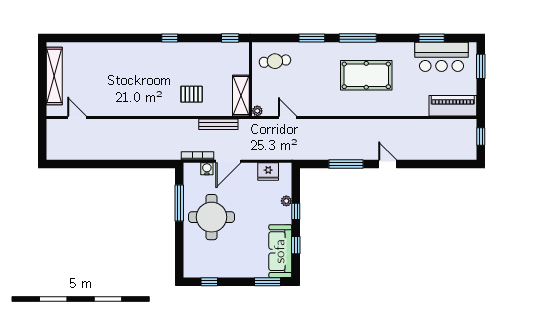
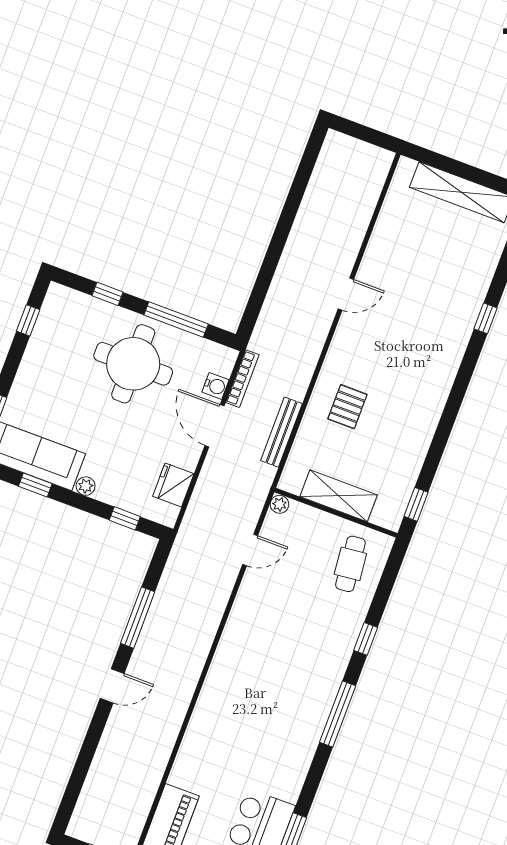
window: (170, 38) -> (485, 318), moved
window: (312, 38) -> (366, 639), width x0.67
pool table: (366, 75) -> (271, 705), removed
shelving: (241, 96) -> (339, 496), moved
door: (77, 117) -> (346, 294), moved
plant: (286, 201) -> (86, 486), moved
window: (296, 211) -> (125, 518), moved
window: (179, 245) -> (108, 294), added

